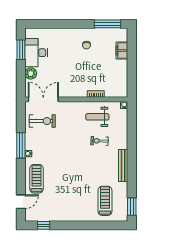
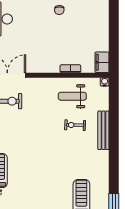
filing cabinet: (122, 51) -> (102, 62), moved
bench: (123, 165) -> (103, 130), moved

